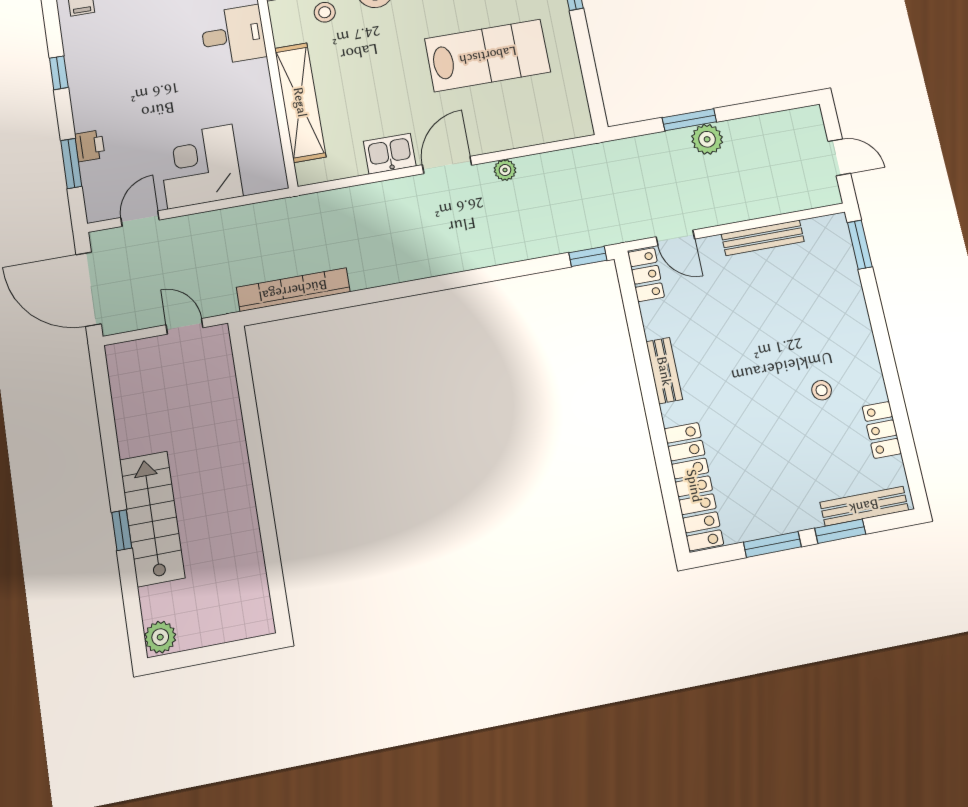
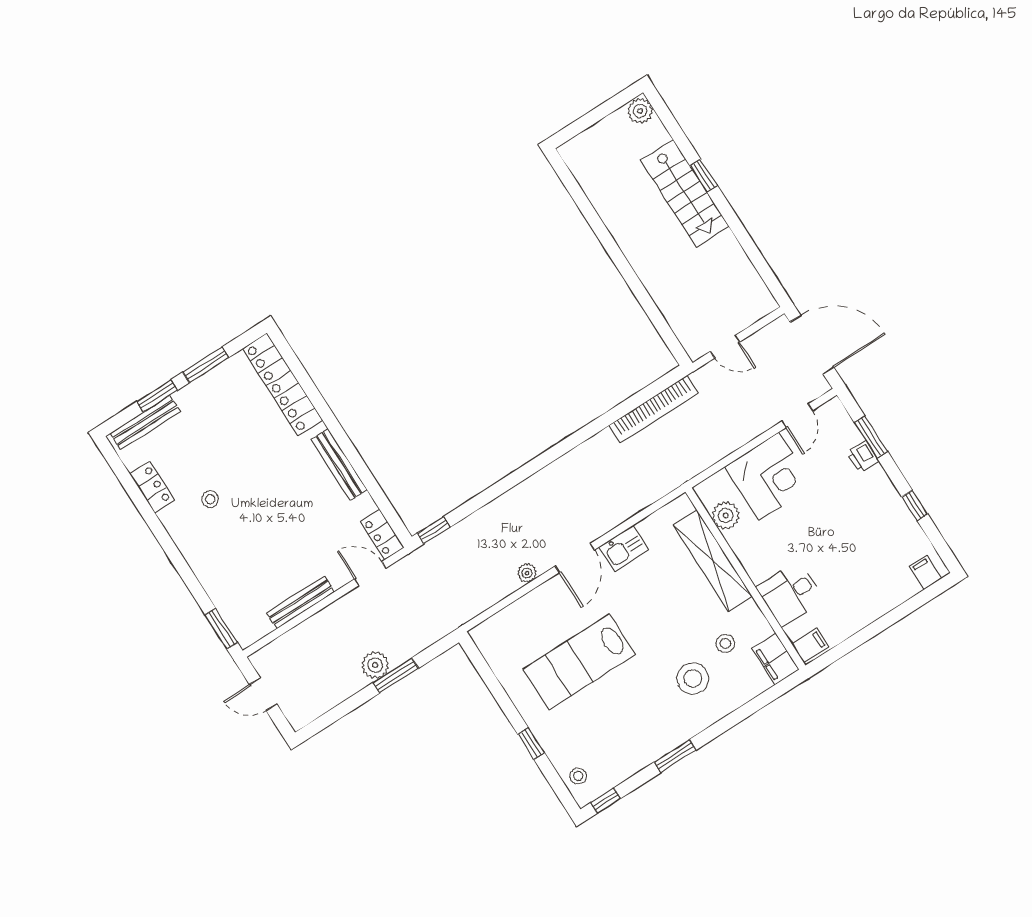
plant: (265, 144) -> (726, 515), added
bench: (664, 371) -> (339, 464), width x1.36

